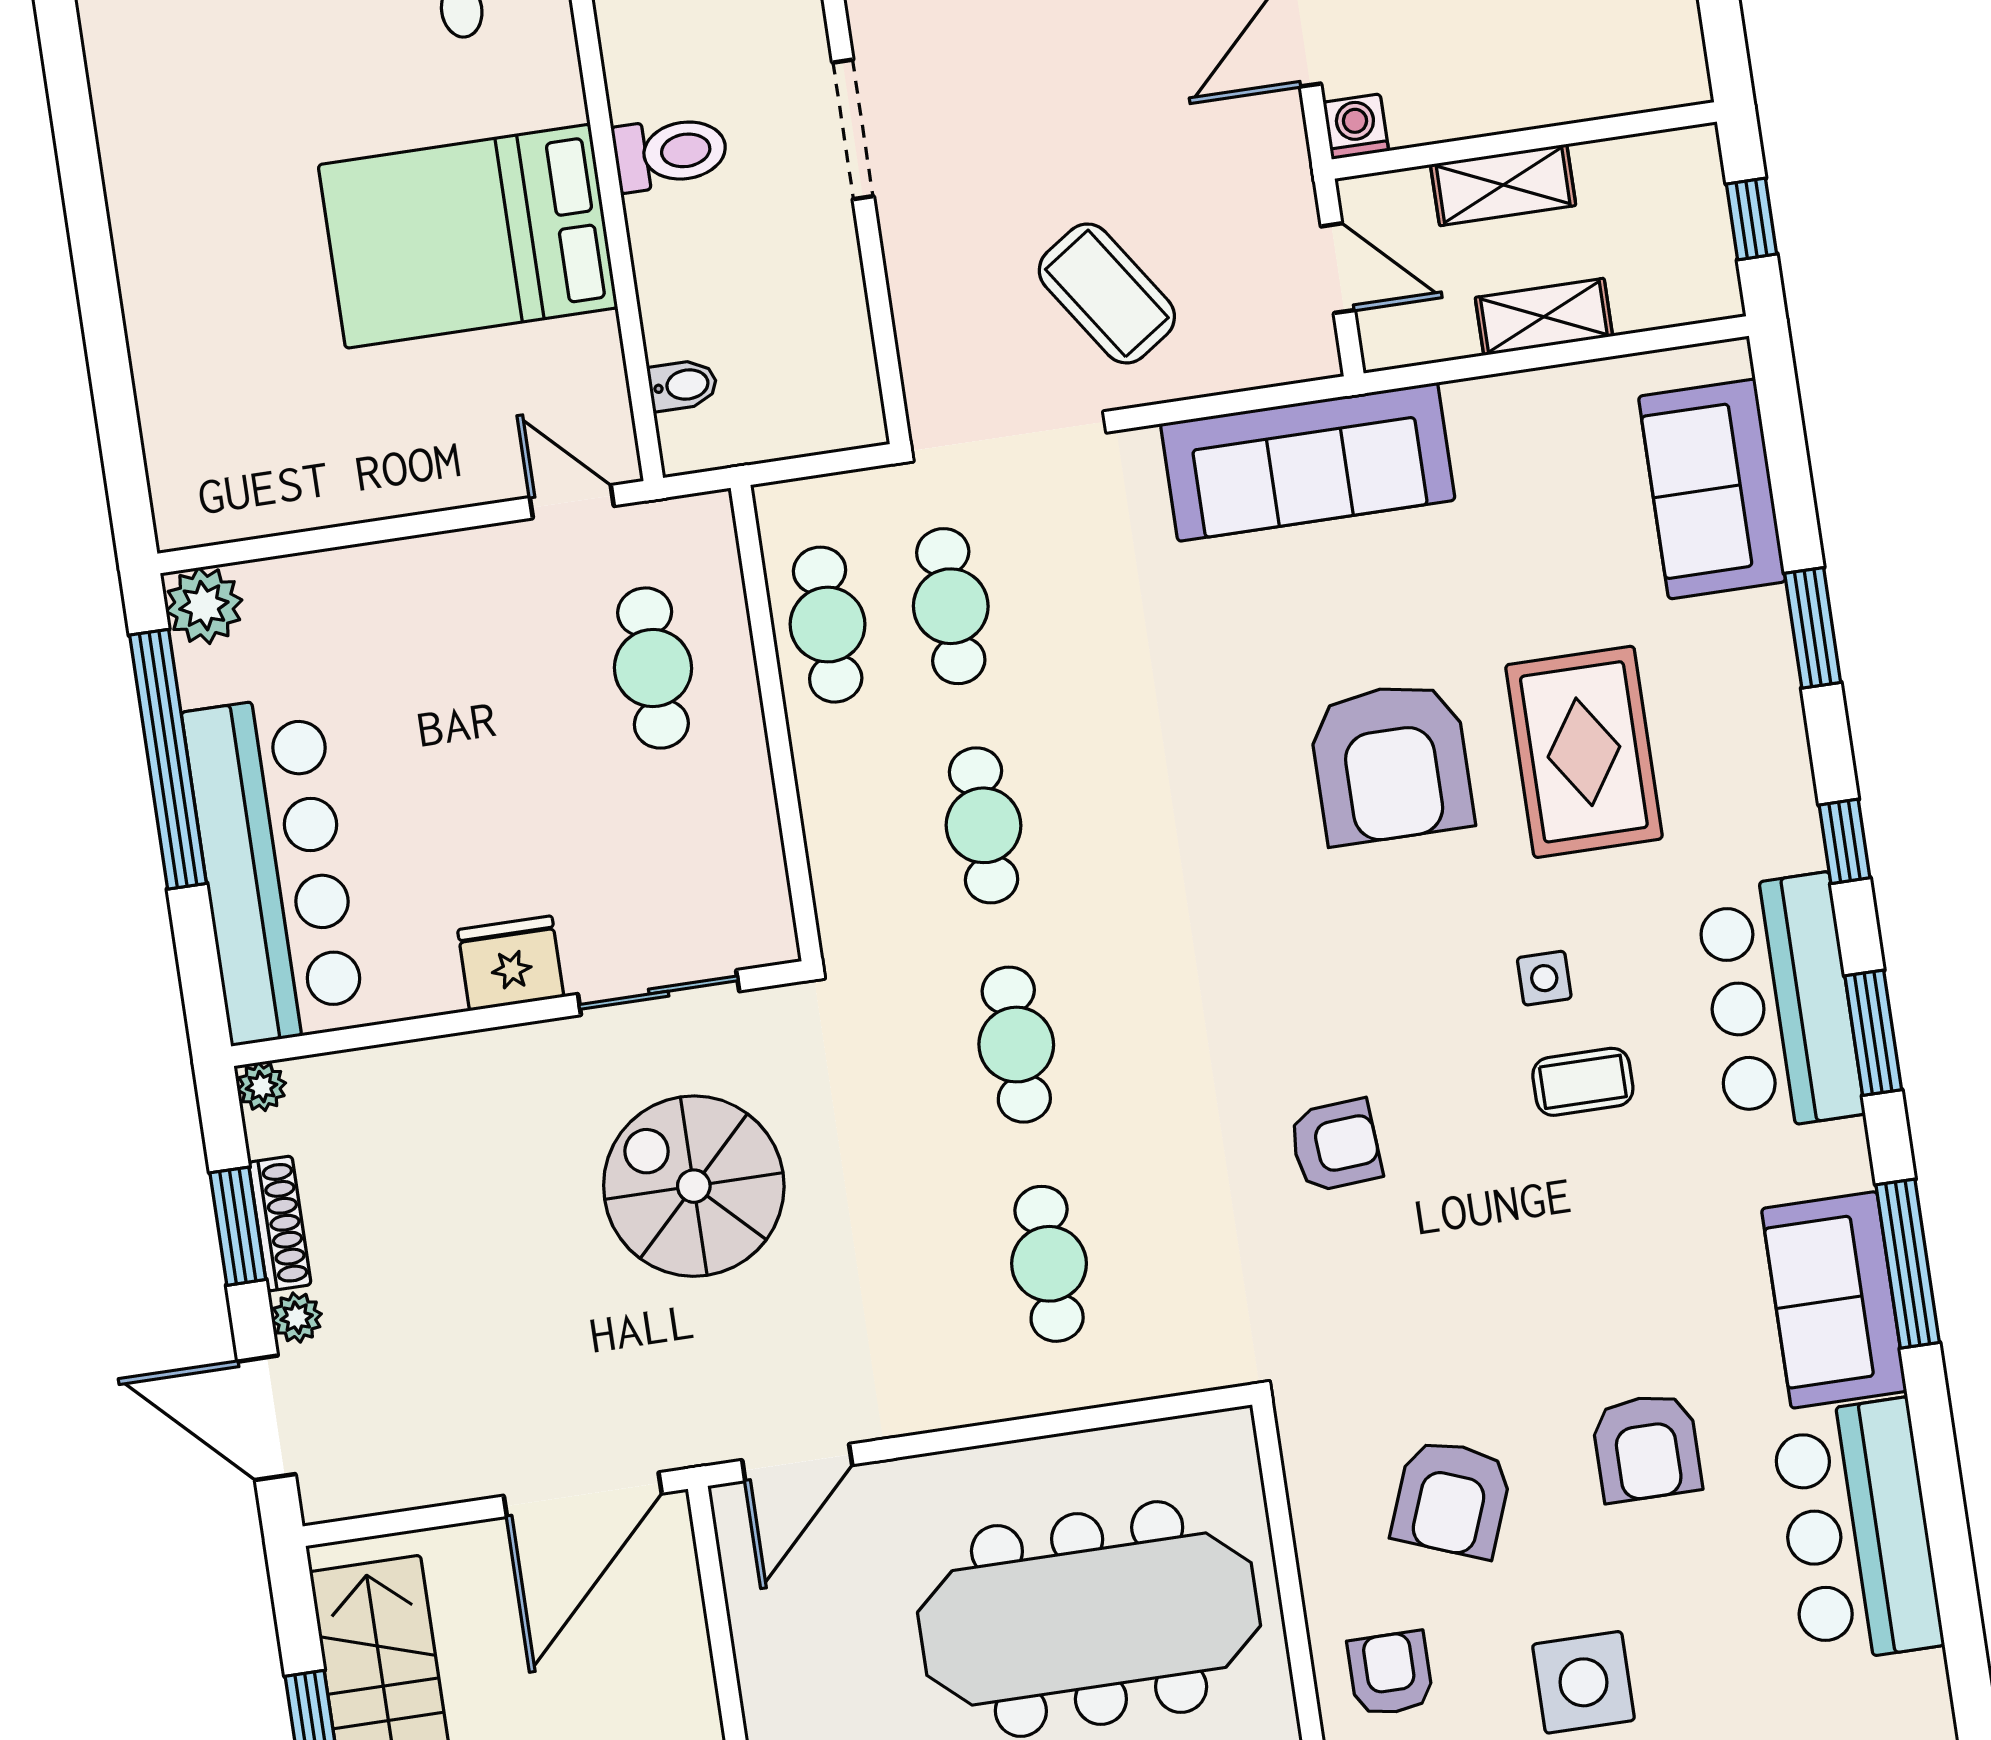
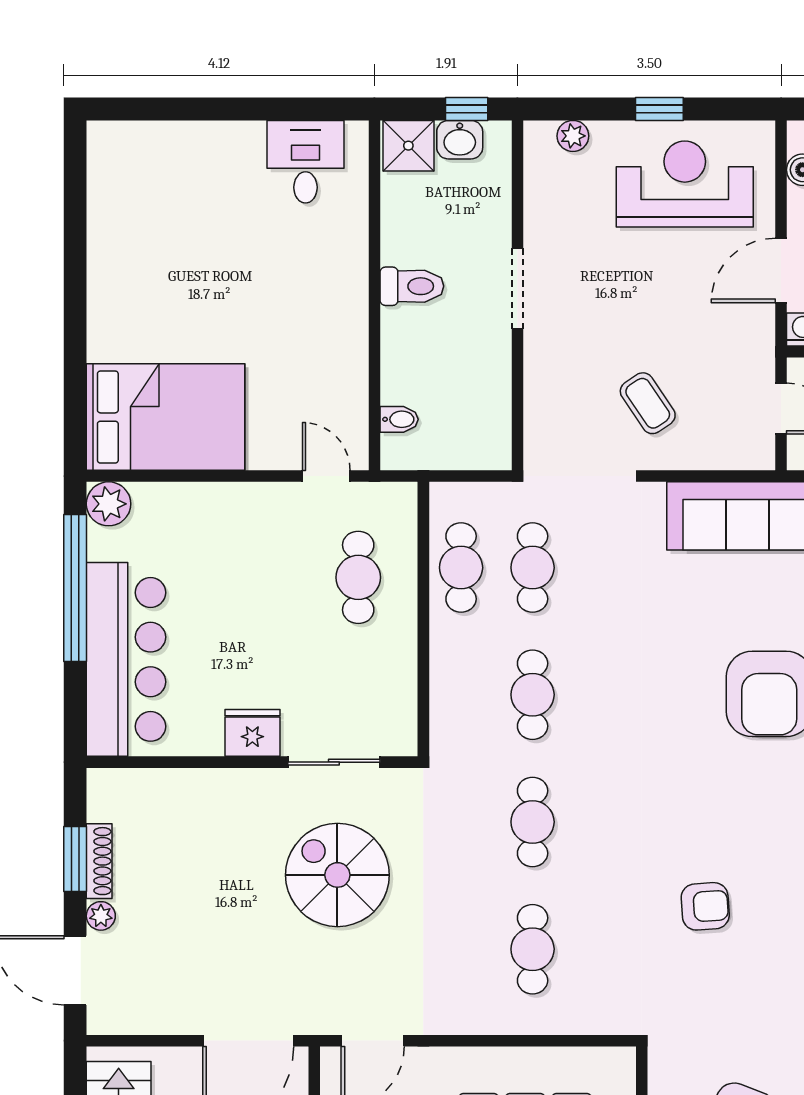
bed: (468, 236) -> (165, 417), moved, turned 180
coffee table: (1107, 293) -> (648, 403), width x0.73, depth x0.77
plant: (262, 1087) -> (100, 782), removed

